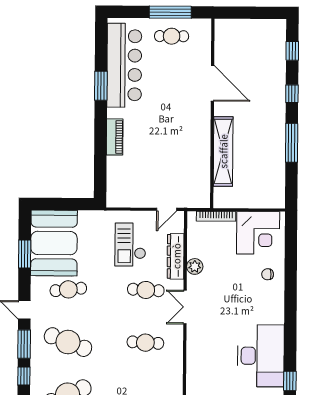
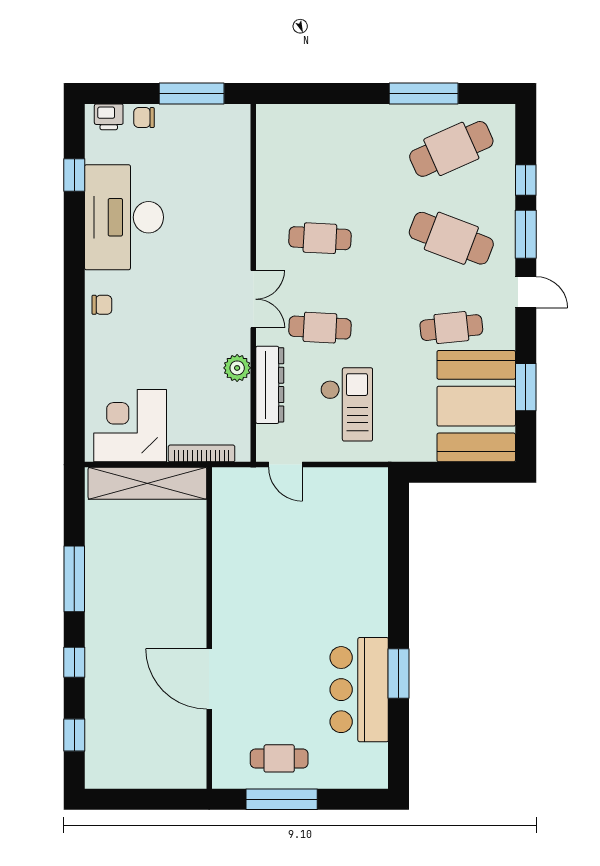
bar counter: (124, 65) -> (359, 690), width x0.73
piano: (115, 137) -> (374, 587), removed
shelving: (223, 151) -> (147, 483), moved, turned 90
door: (167, 209) -> (285, 465), swing flipped
chair: (268, 274) -> (102, 305), moved

